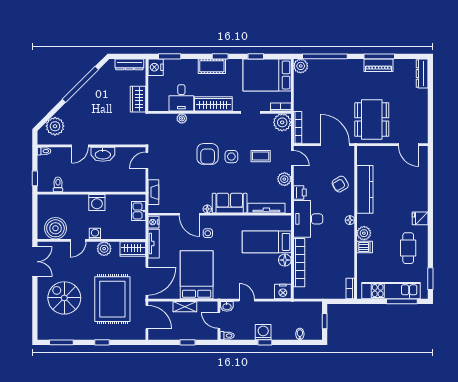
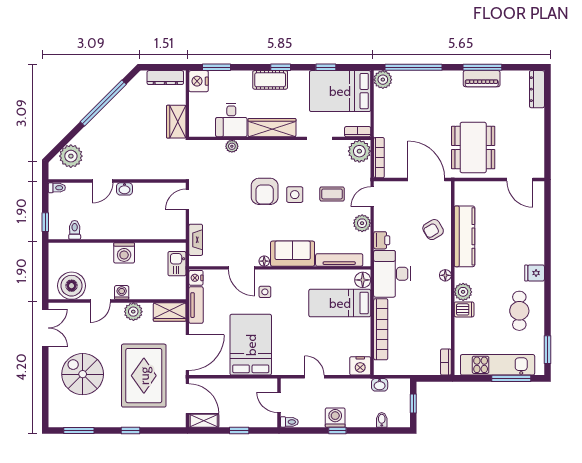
washbasin: (103, 154) -> (124, 189), width x0.52, depth x0.69
door: (292, 158) -> (372, 197), swing flipped
floor lamp: (285, 260) -> (363, 280), moved
washbasin: (227, 306) -> (380, 385), moved
shelving: (185, 307) -> (204, 421), moved

